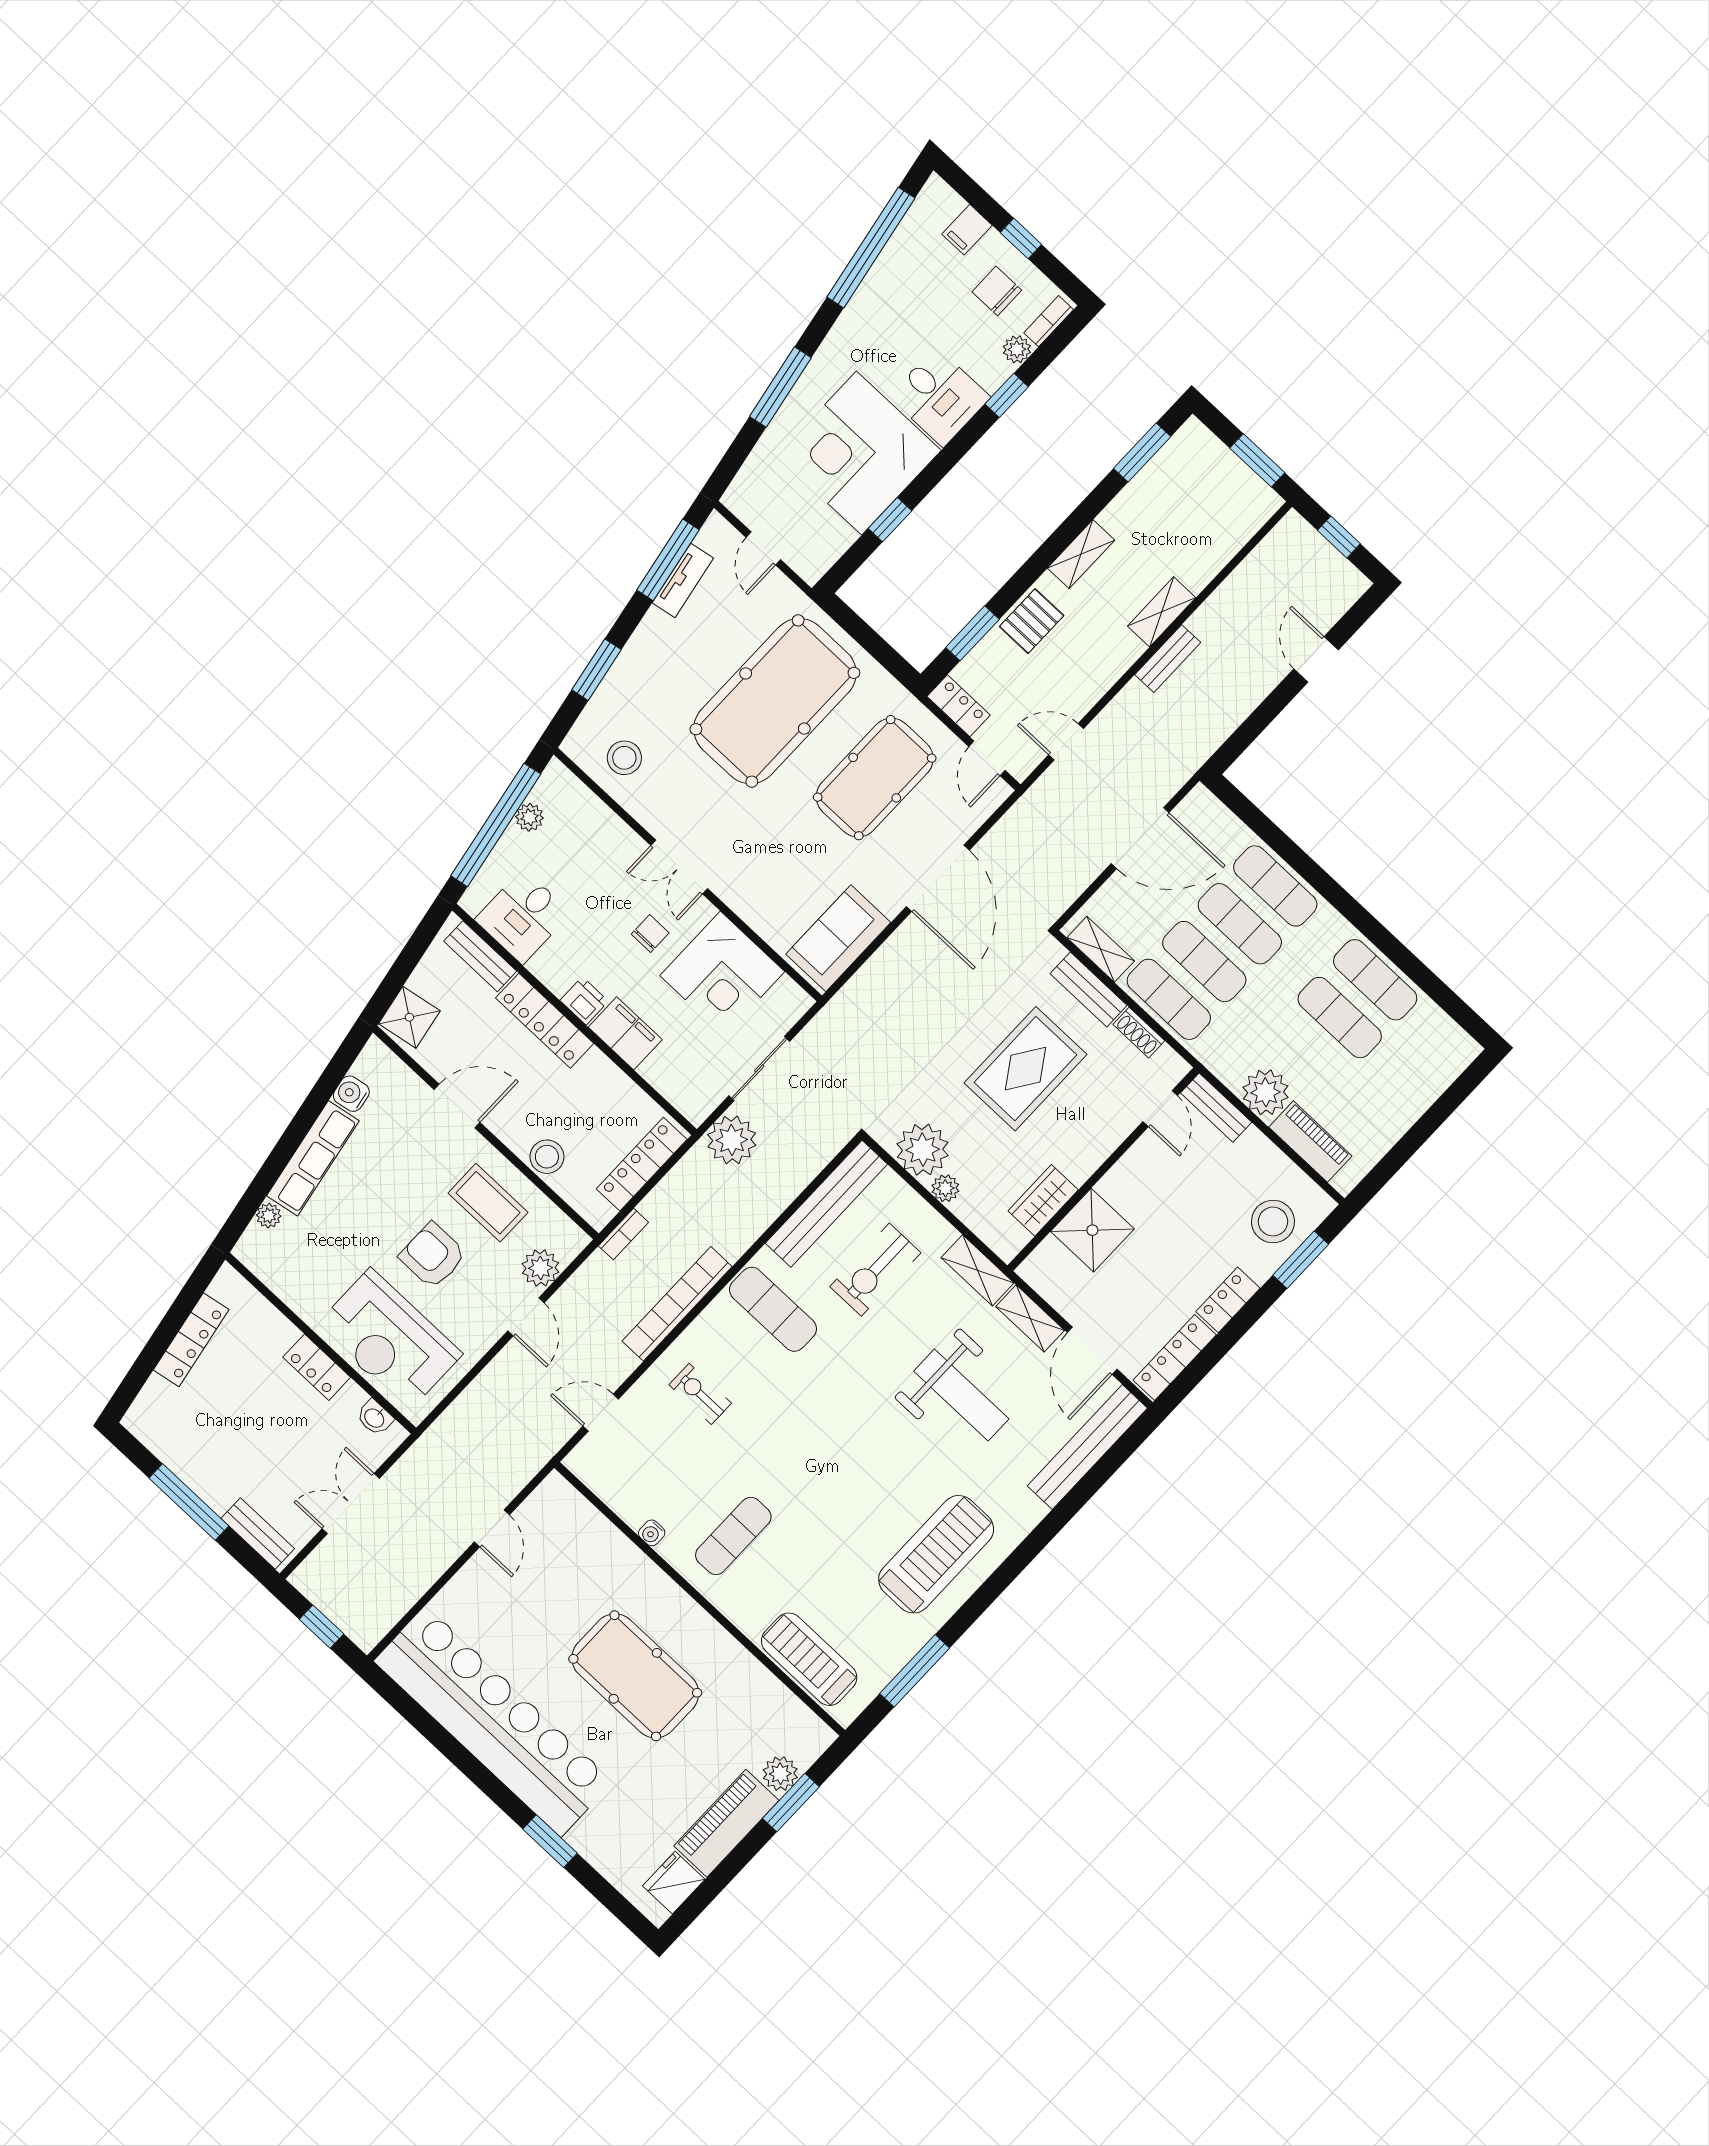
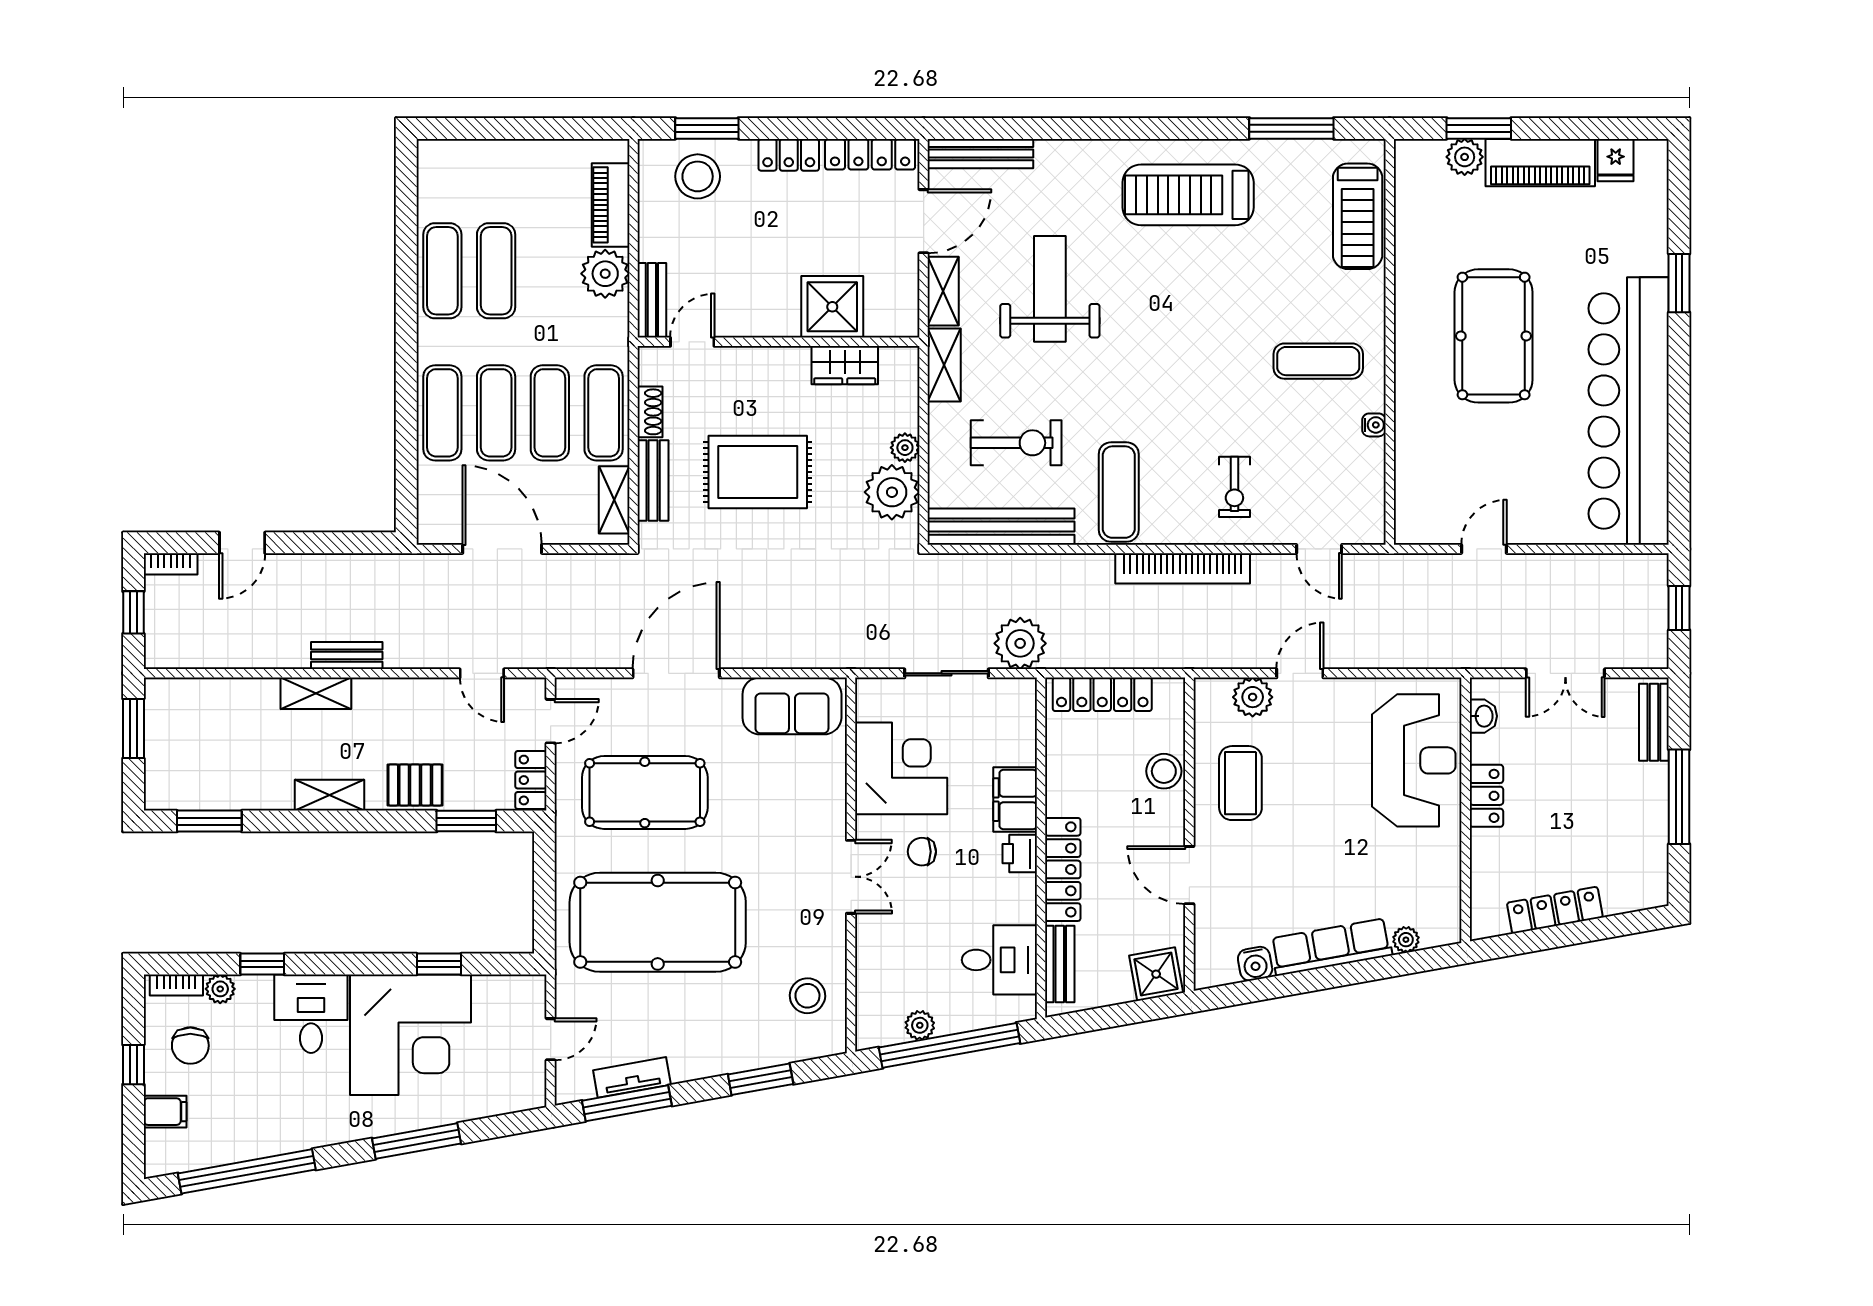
bookcase: (623, 1234) -> (171, 564), moved, turned 180
armchair: (433, 1255) -> (1320, 787), removed
bench: (1087, 1447) -> (980, 154), width x0.73, depth x0.82
fridge: (674, 1883) -> (1616, 160), width x0.72

